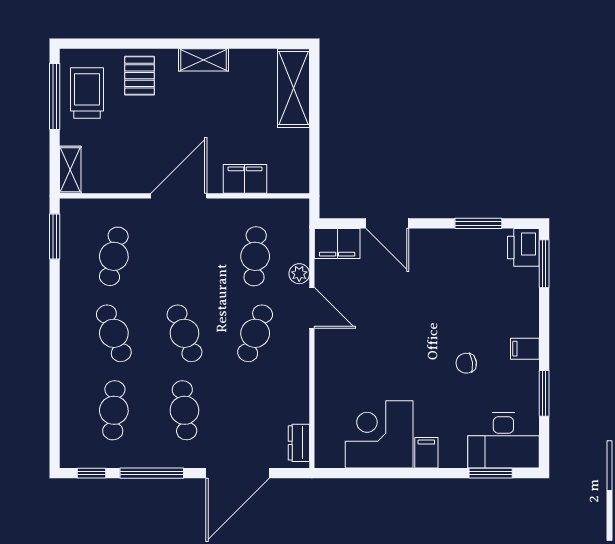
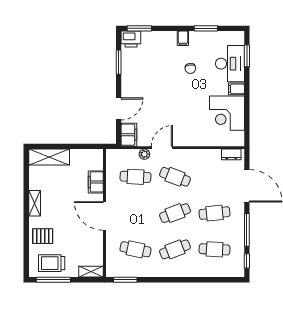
desk: (503, 440) -> (230, 64), moved

